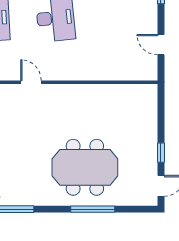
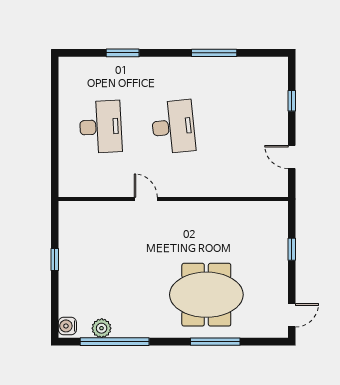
window: (161, 153) -> (292, 249), moved

